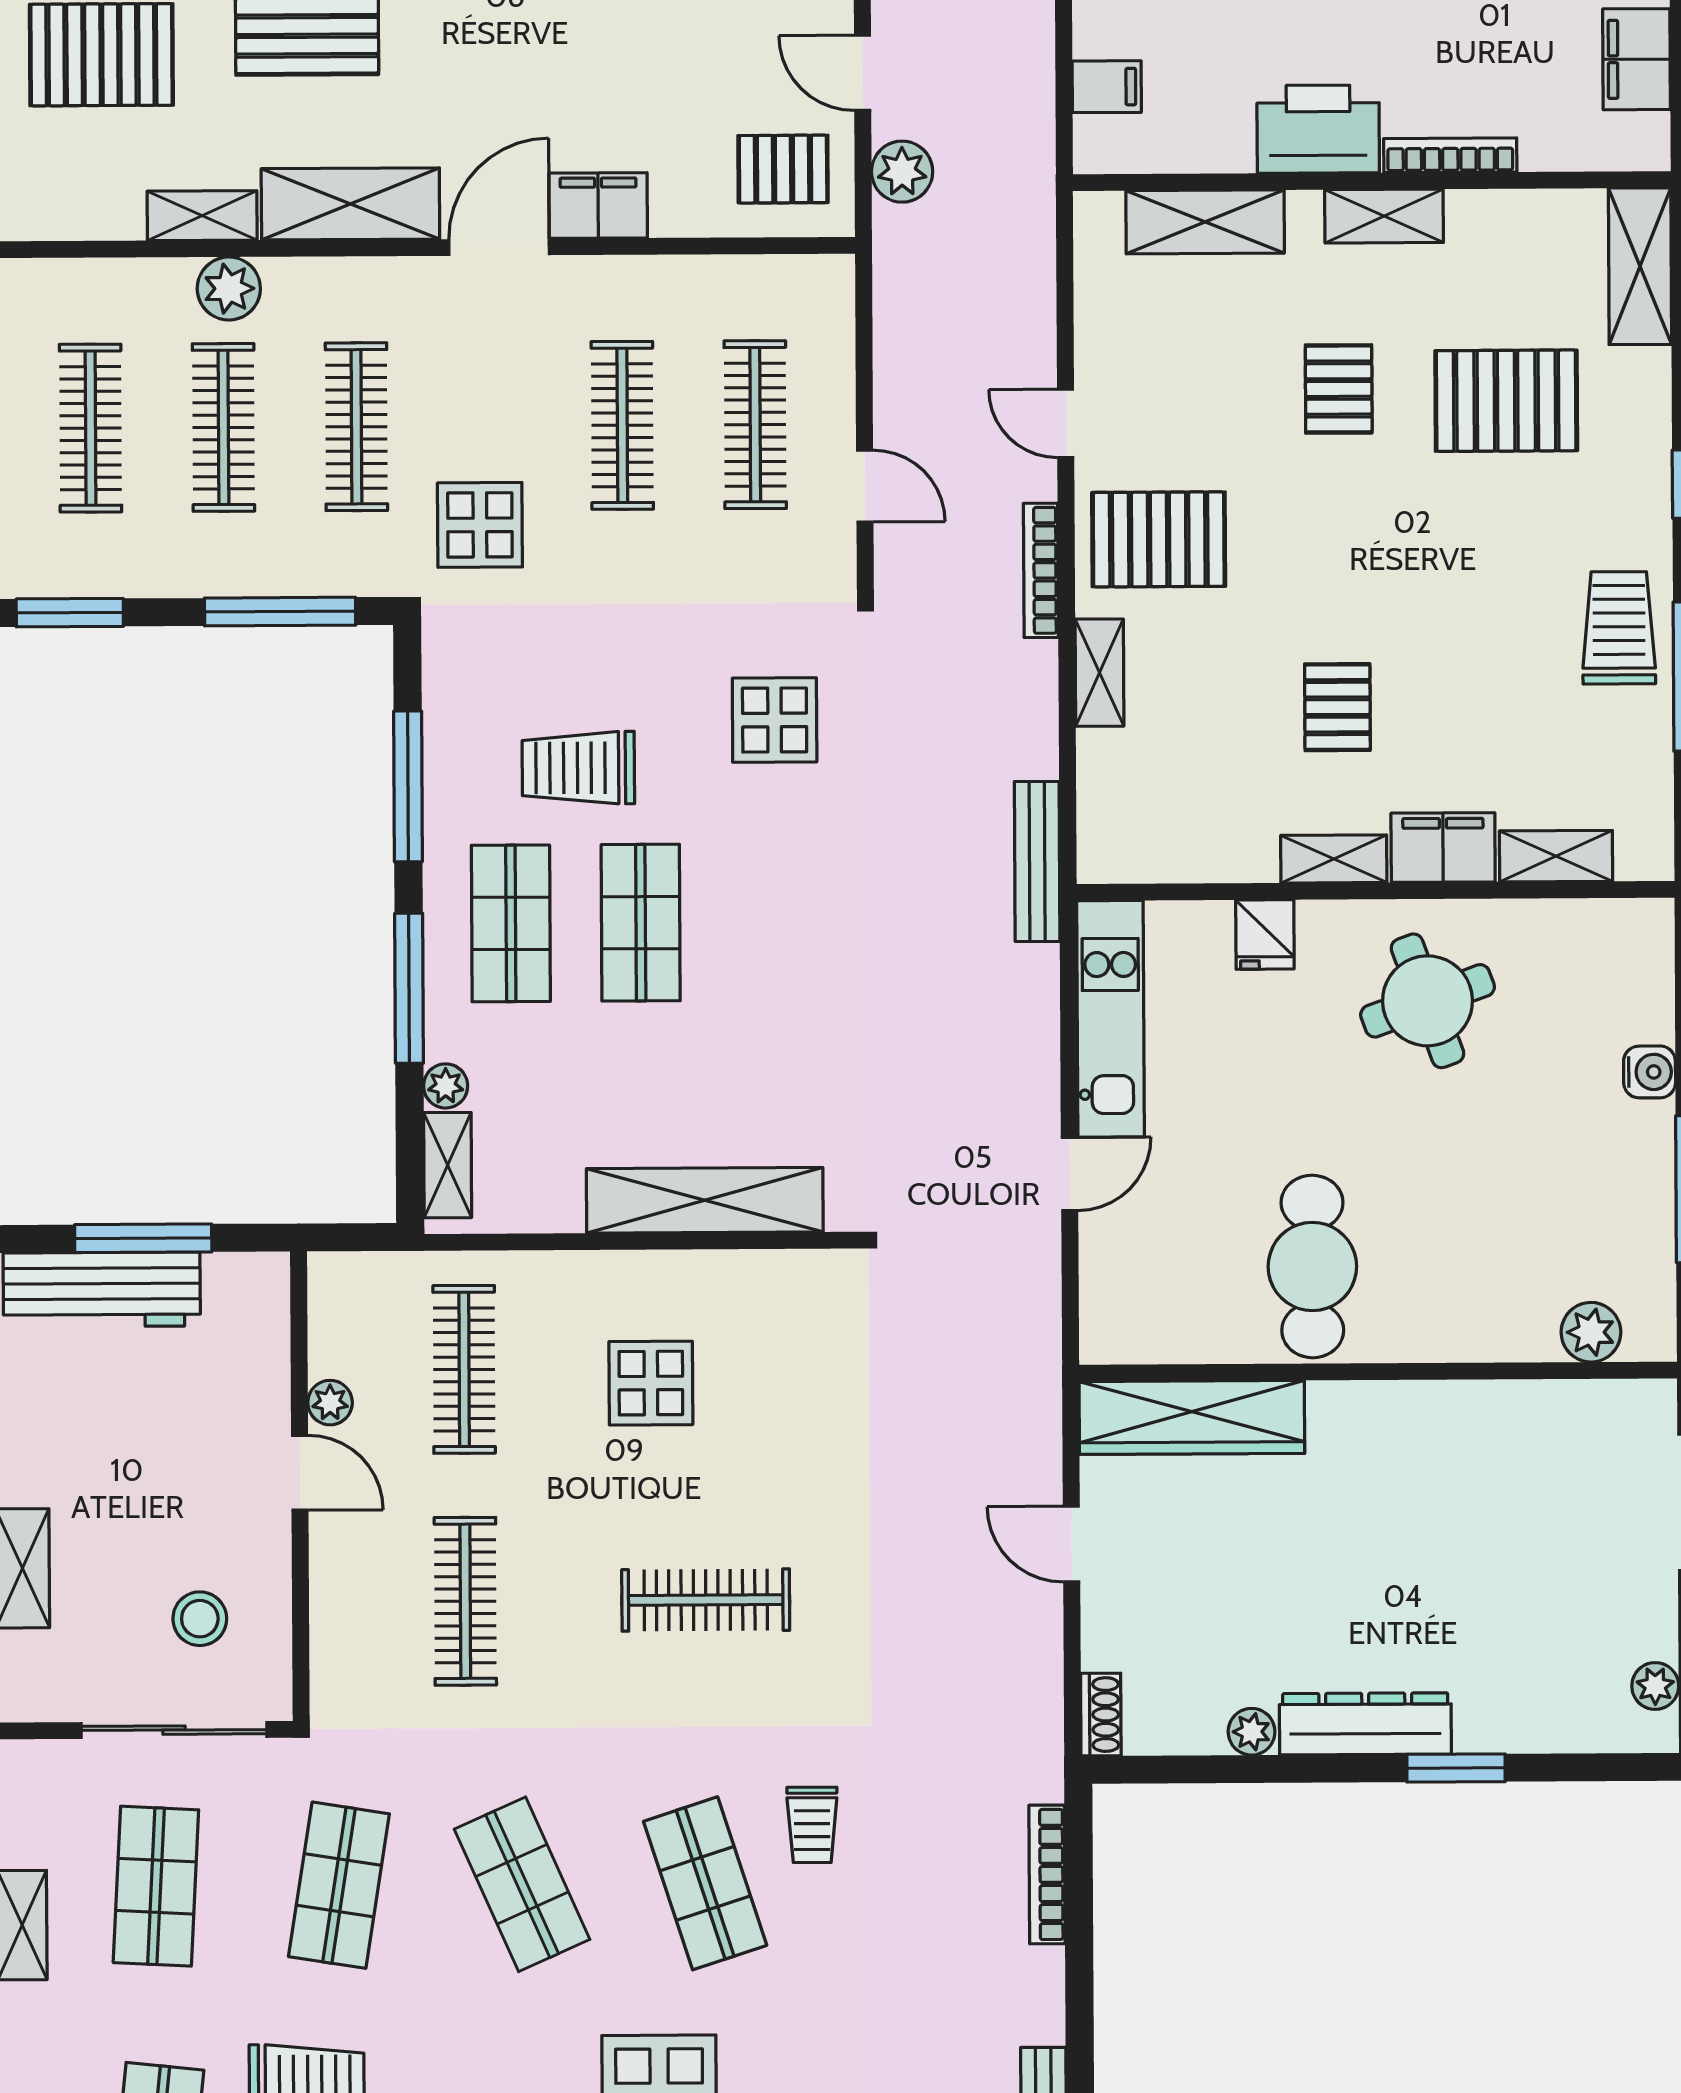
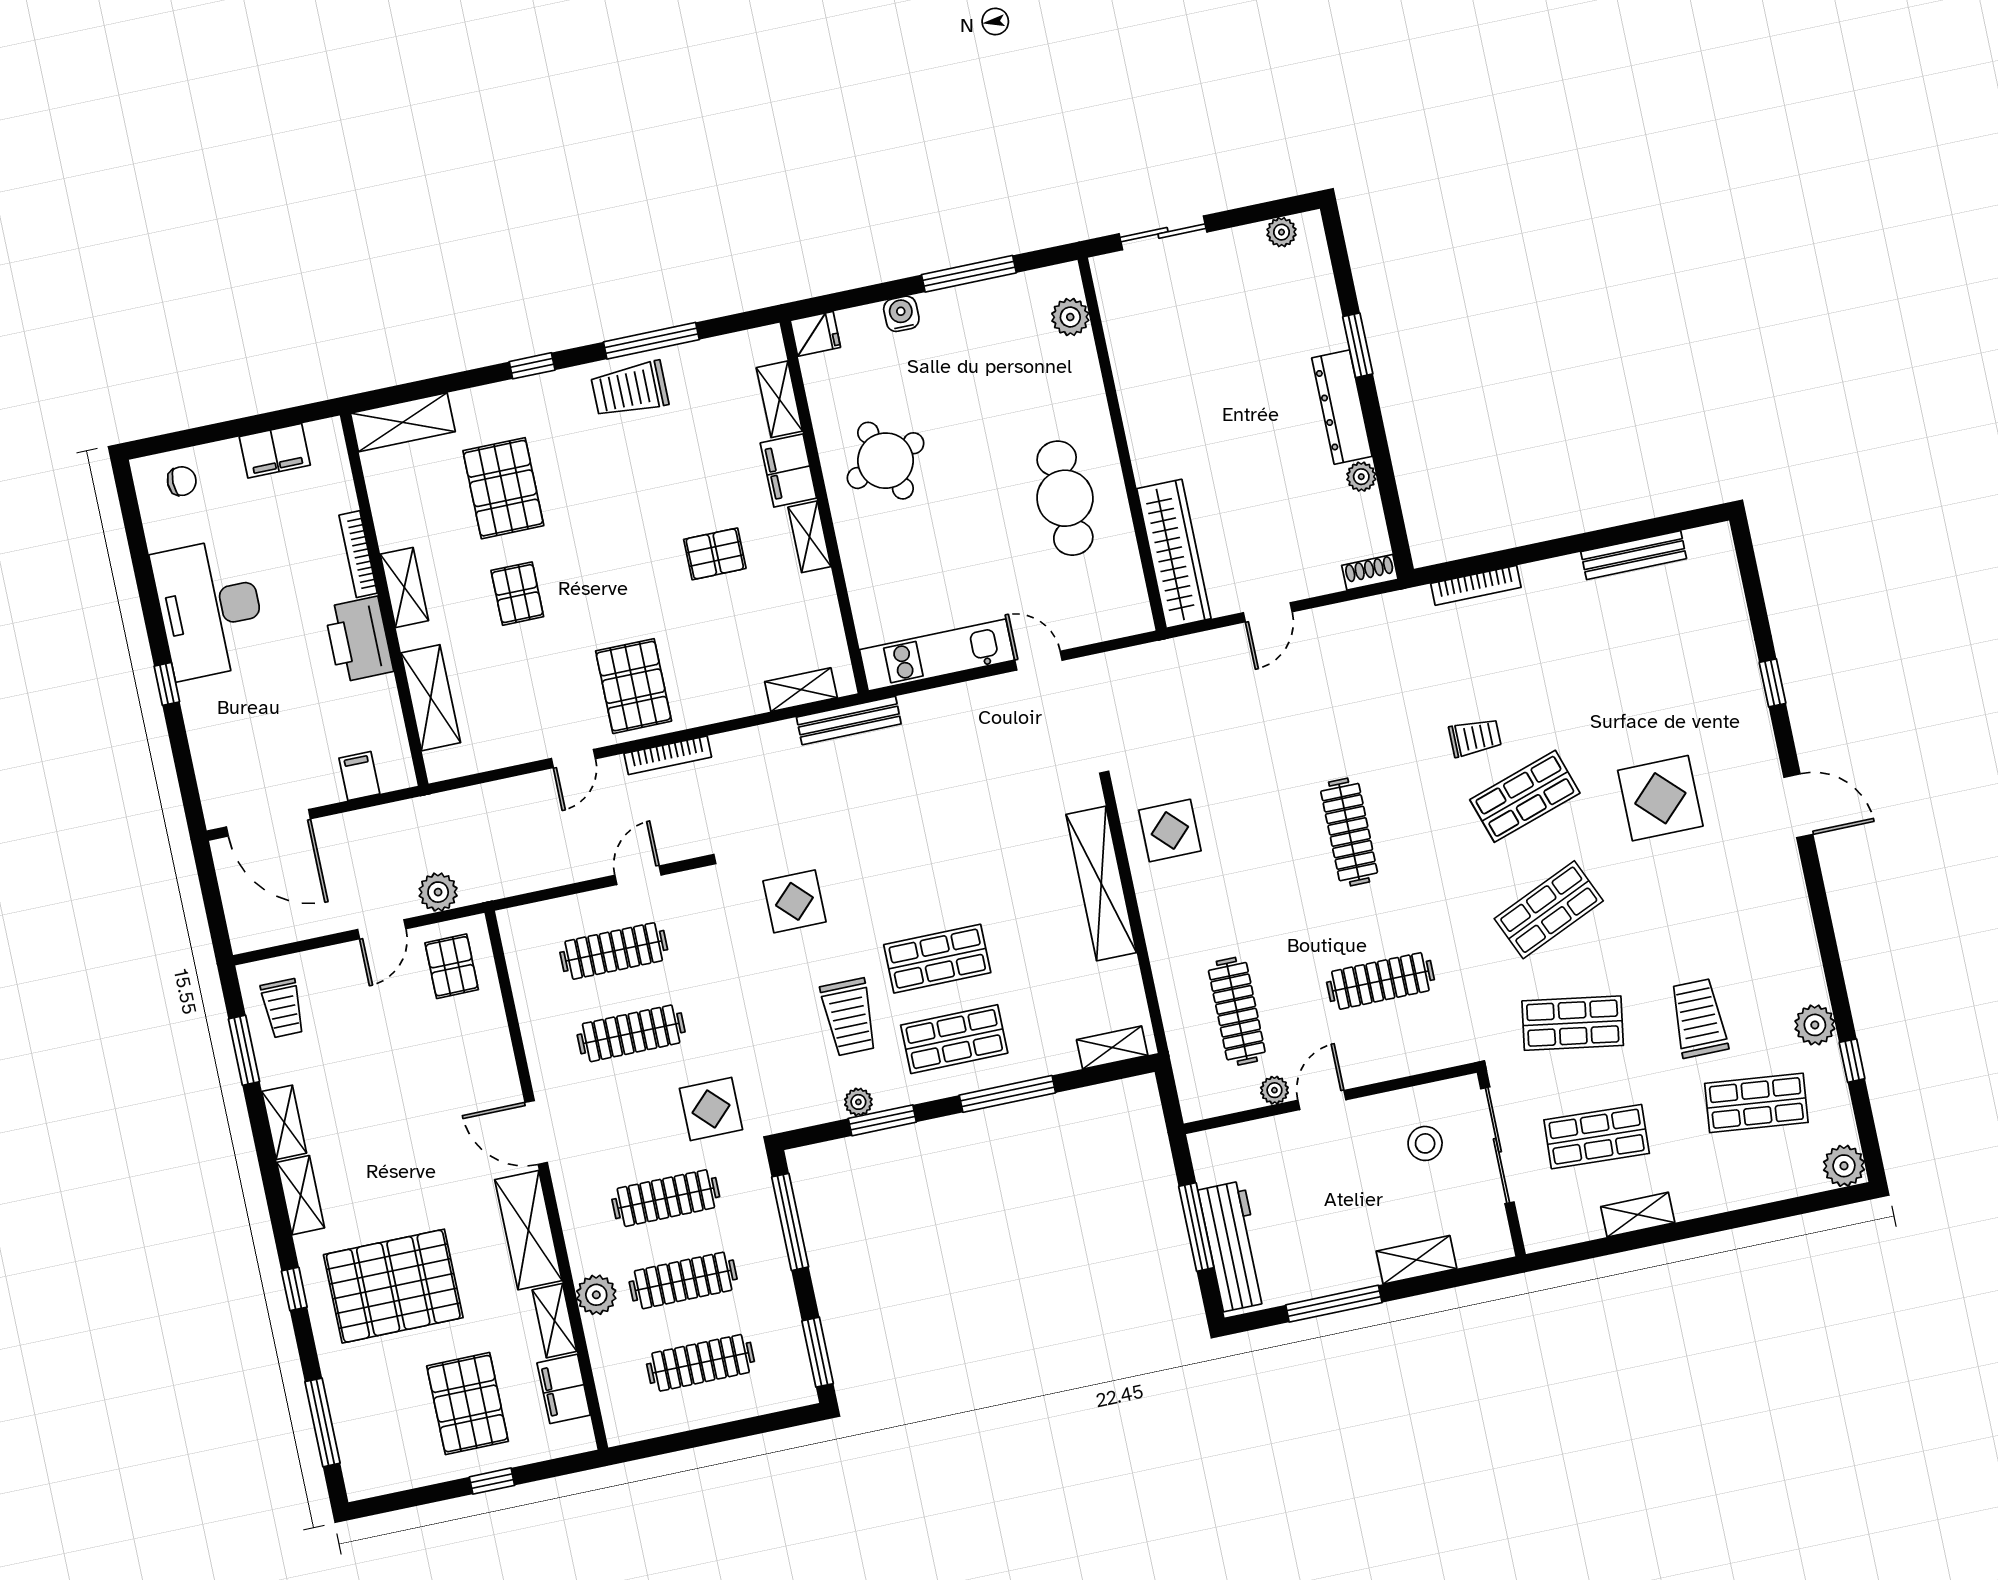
filing cabinet: (598, 206) -> (564, 1389), moved
pallet: (1339, 389) -> (517, 594), turned 90
shelving: (1099, 673) -> (801, 690), moved
window: (408, 786) -> (882, 1120), width x0.69
fridge: (1265, 934) -> (815, 334), moved
plant: (446, 1086) -> (858, 1102), moved
cafe table: (1312, 1266) -> (1065, 498), turned 90
clothes rail: (464, 1369) -> (1237, 1011), turned 90
display table: (651, 1383) -> (1170, 830), moved

